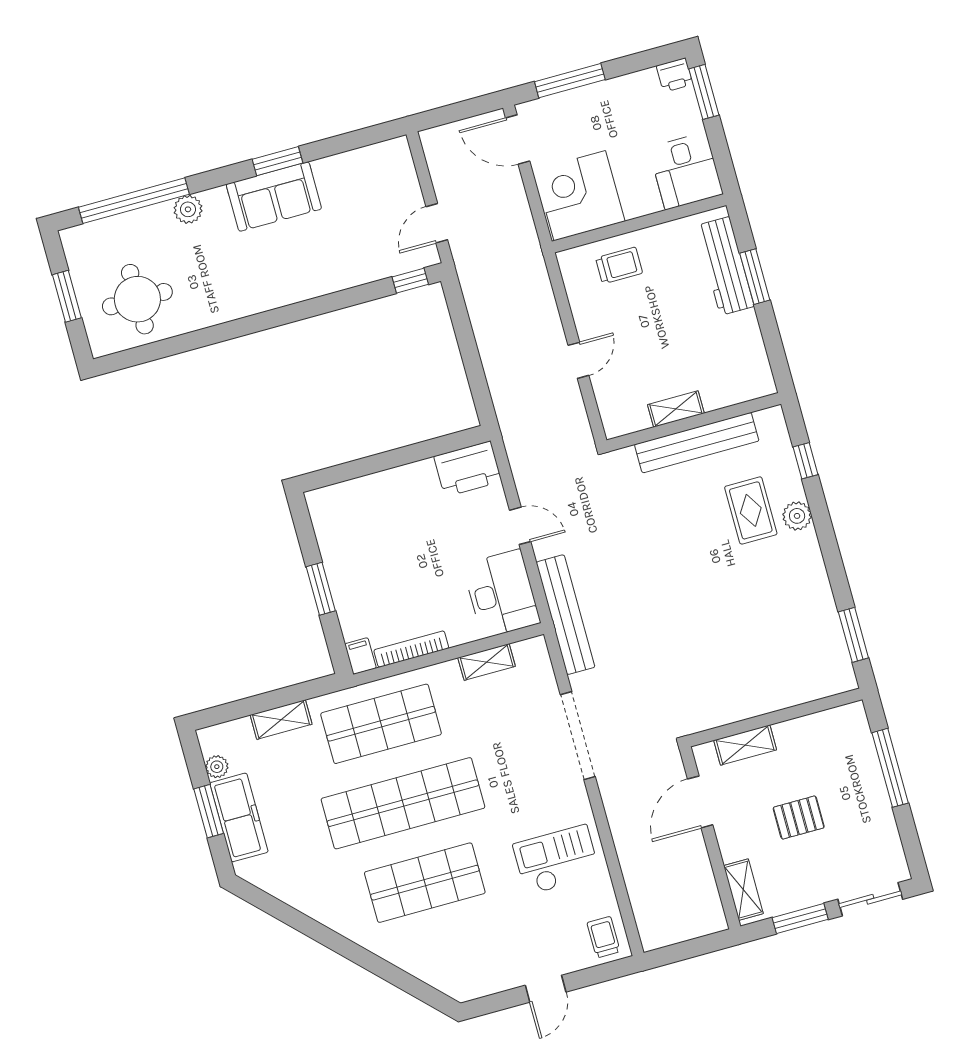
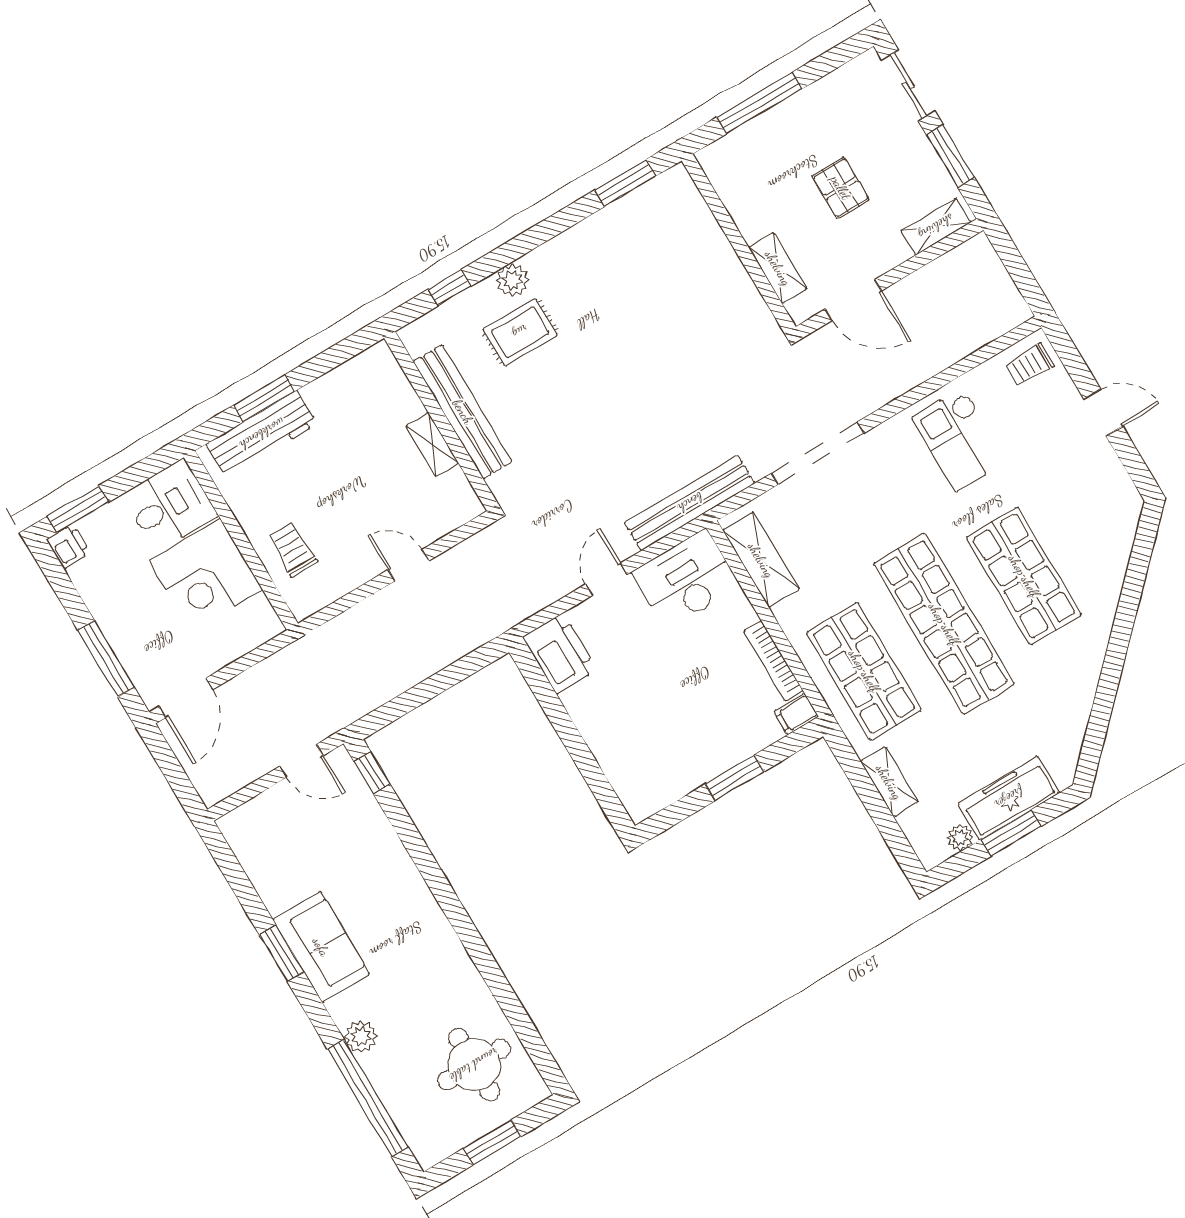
corner desk: (580, 196) -> (206, 575), moved
shelving: (487, 662) -> (761, 560), width x1.50, depth x1.33

